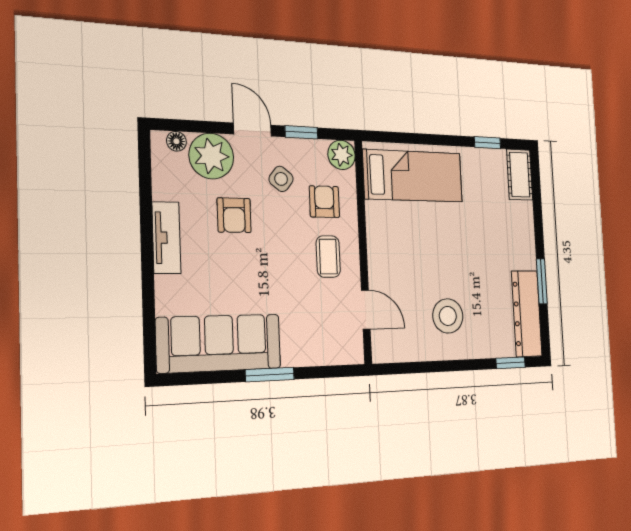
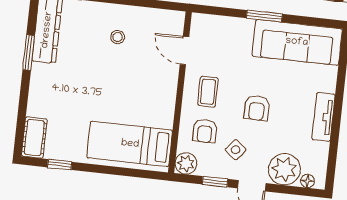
armchair: (234, 215) -> (257, 108), moved, turned 180
stool: (448, 316) -> (118, 37), width x0.53, depth x0.53

